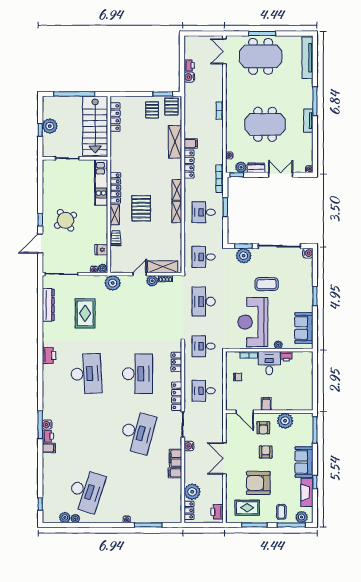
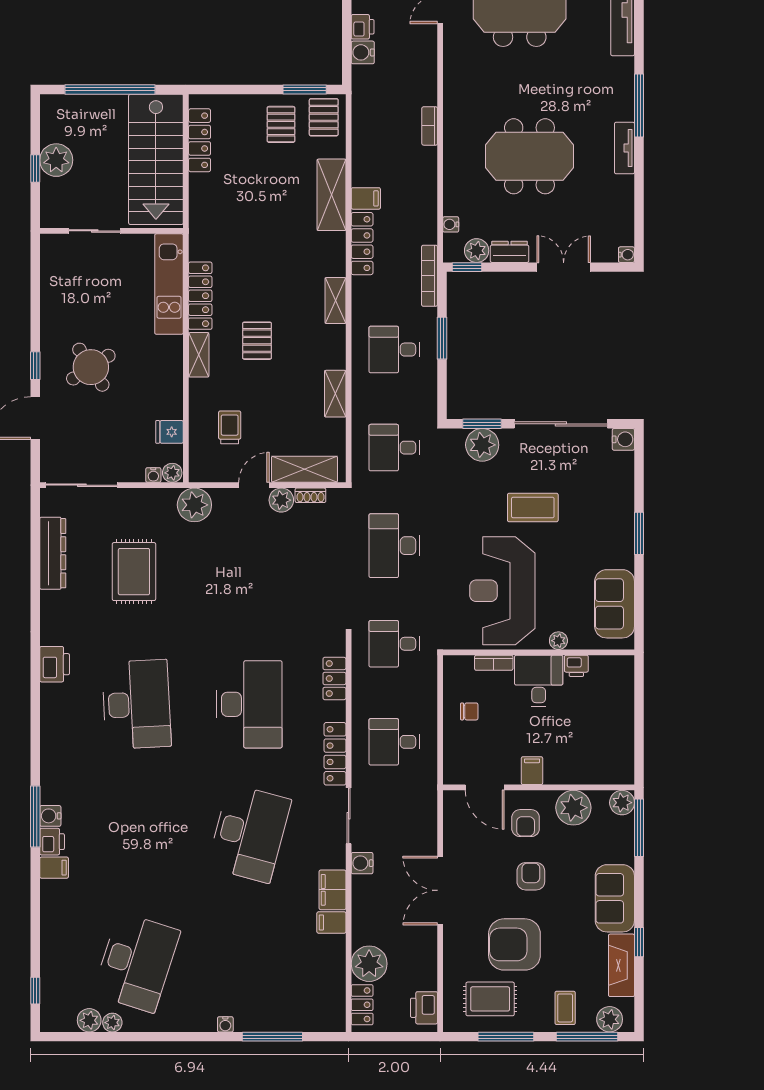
pallet: (141, 208) -> (257, 341), width x0.67, depth x0.71
shelving: (177, 212) -> (335, 394), moved
trolley: (116, 238) -> (230, 427), moved
plant: (307, 418) -> (622, 803), added

